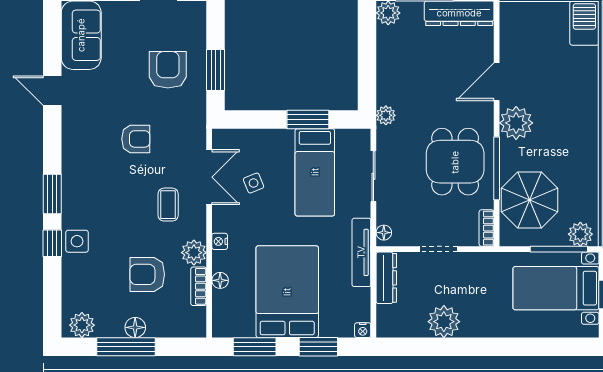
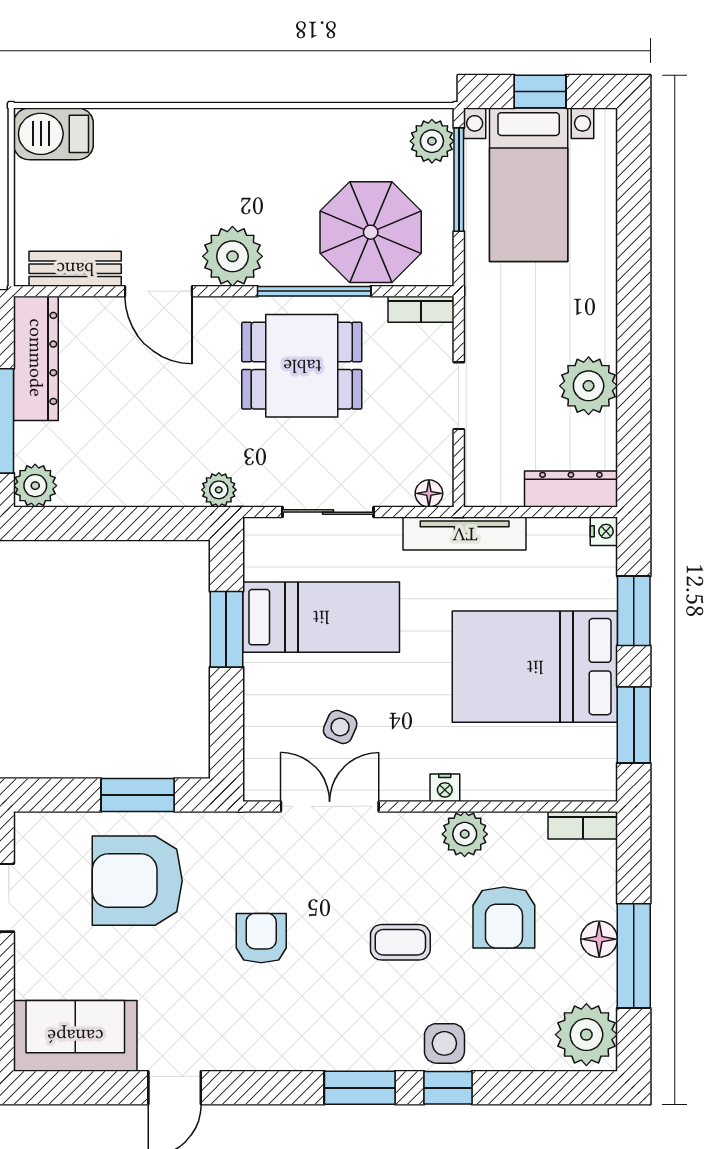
bench: (509, 35) -> (75, 269), added
armchair: (168, 70) -> (137, 881), width x1.36, depth x1.36
side table: (254, 183) -> (340, 727), turned 45
coffee table: (168, 205) -> (400, 942), moved
dresser: (386, 278) -> (571, 489), moved
floor lamp: (220, 280) -> (515, 787), removed
bookcase: (199, 286) -> (583, 825), moved
plant: (82, 325) -> (586, 1035), width x1.36, depth x1.36

